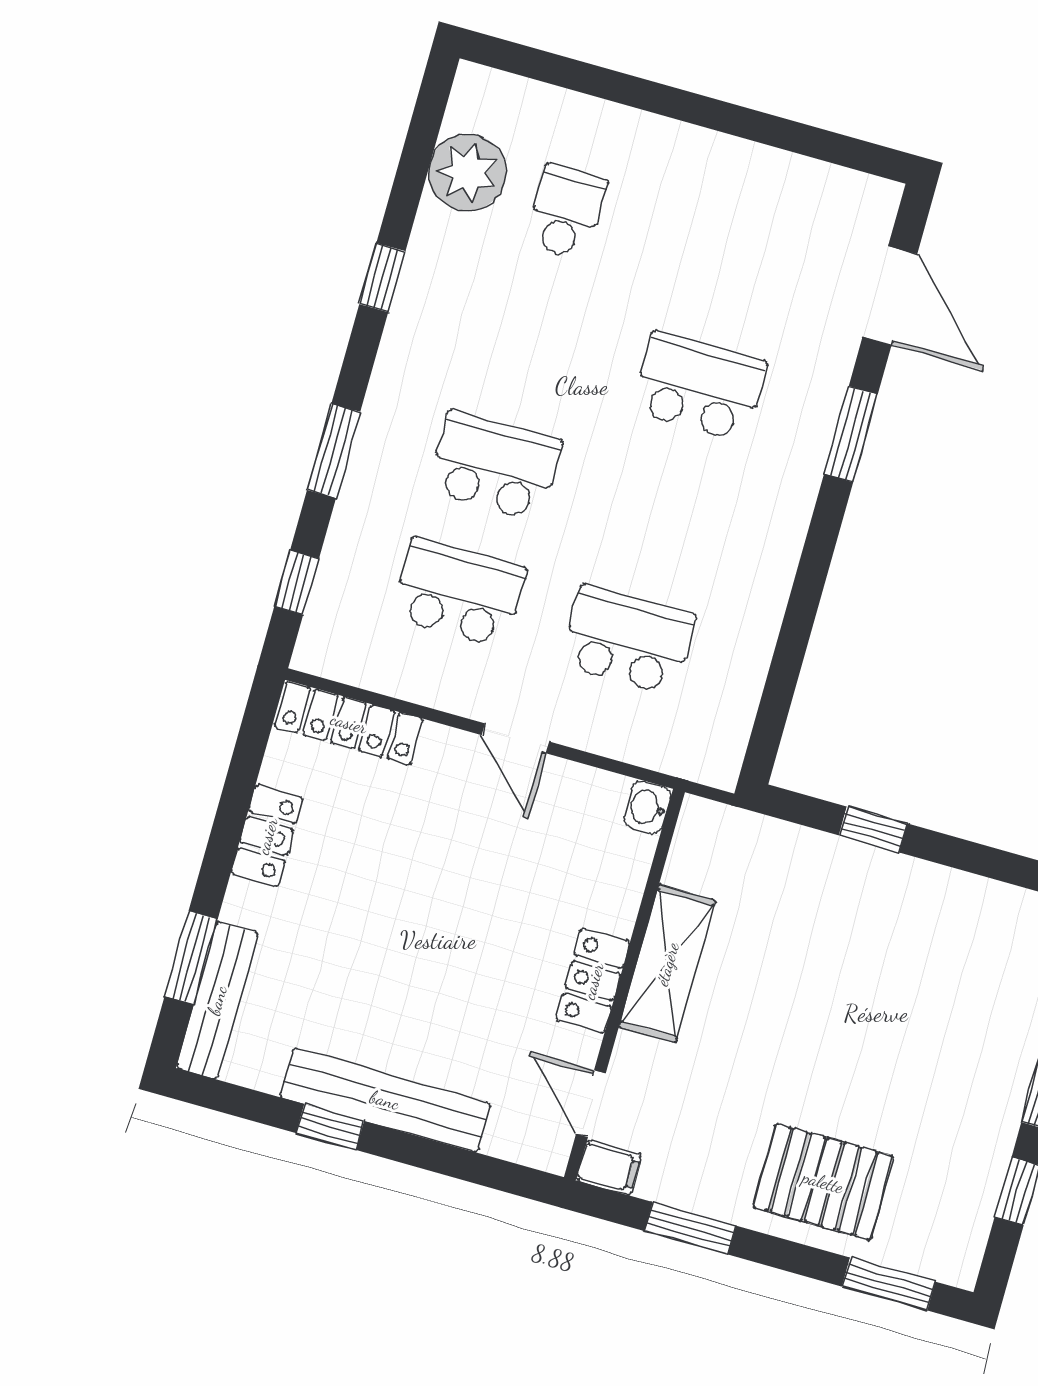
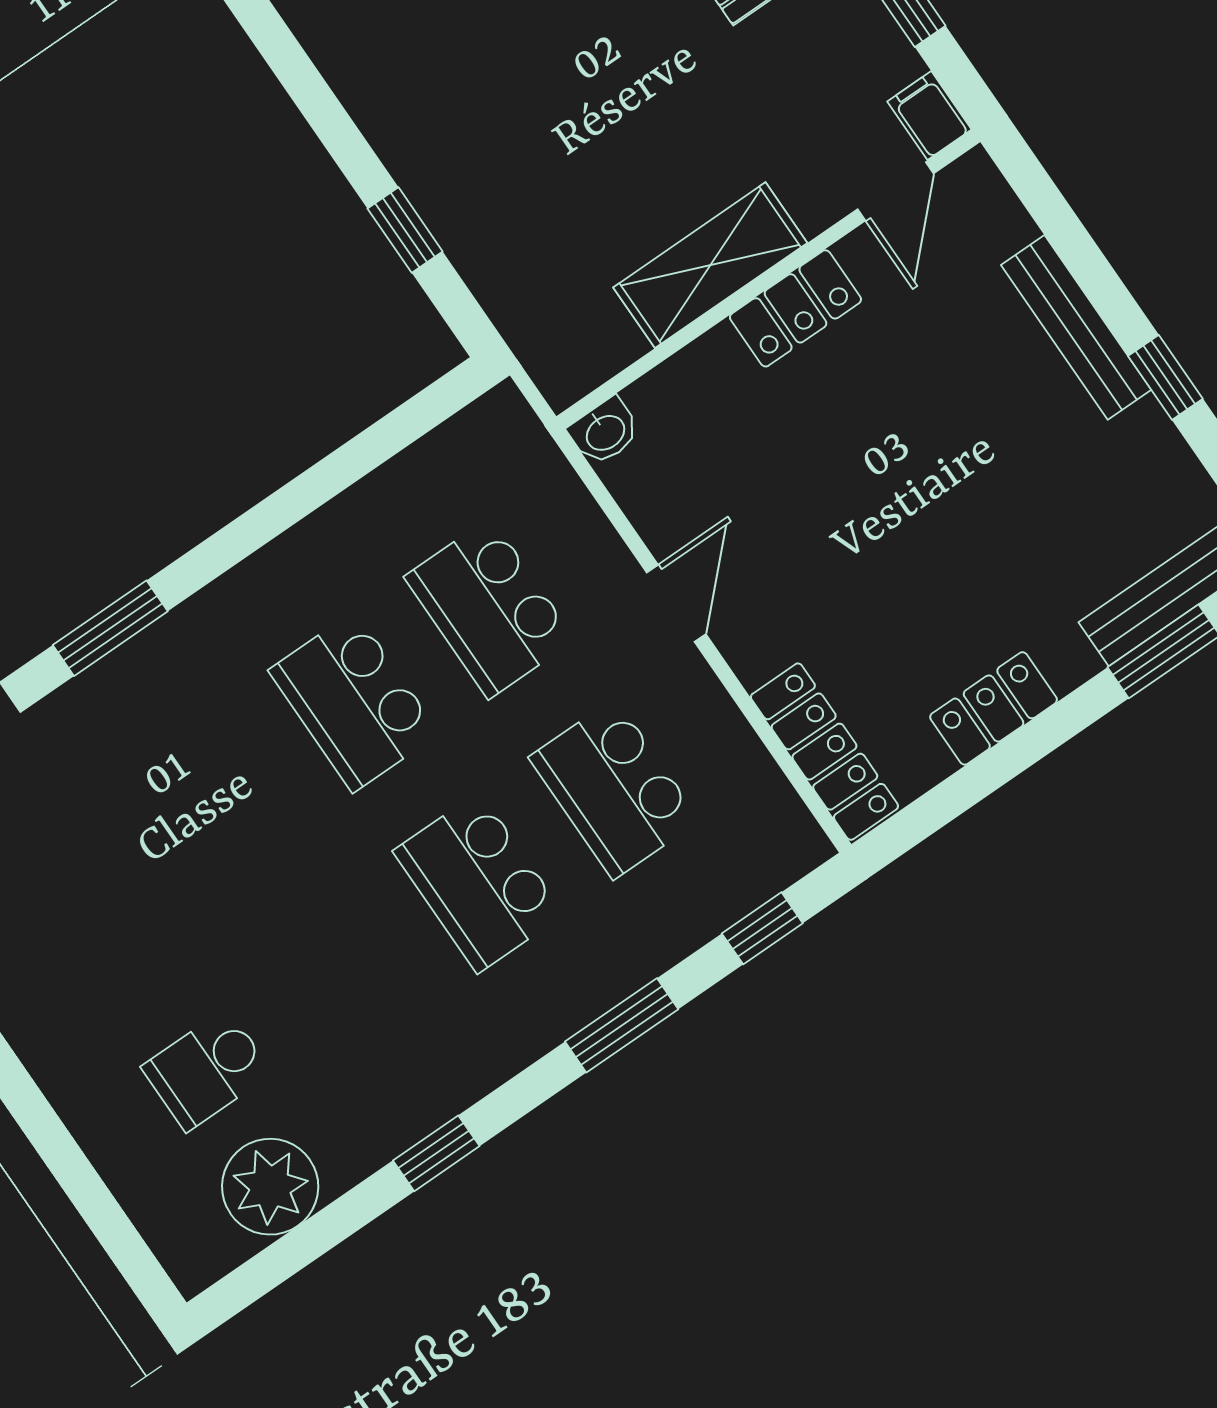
school desk: (699, 386) -> (354, 702), moved
bench: (385, 1100) -> (1076, 327), width x0.73, depth x0.82

